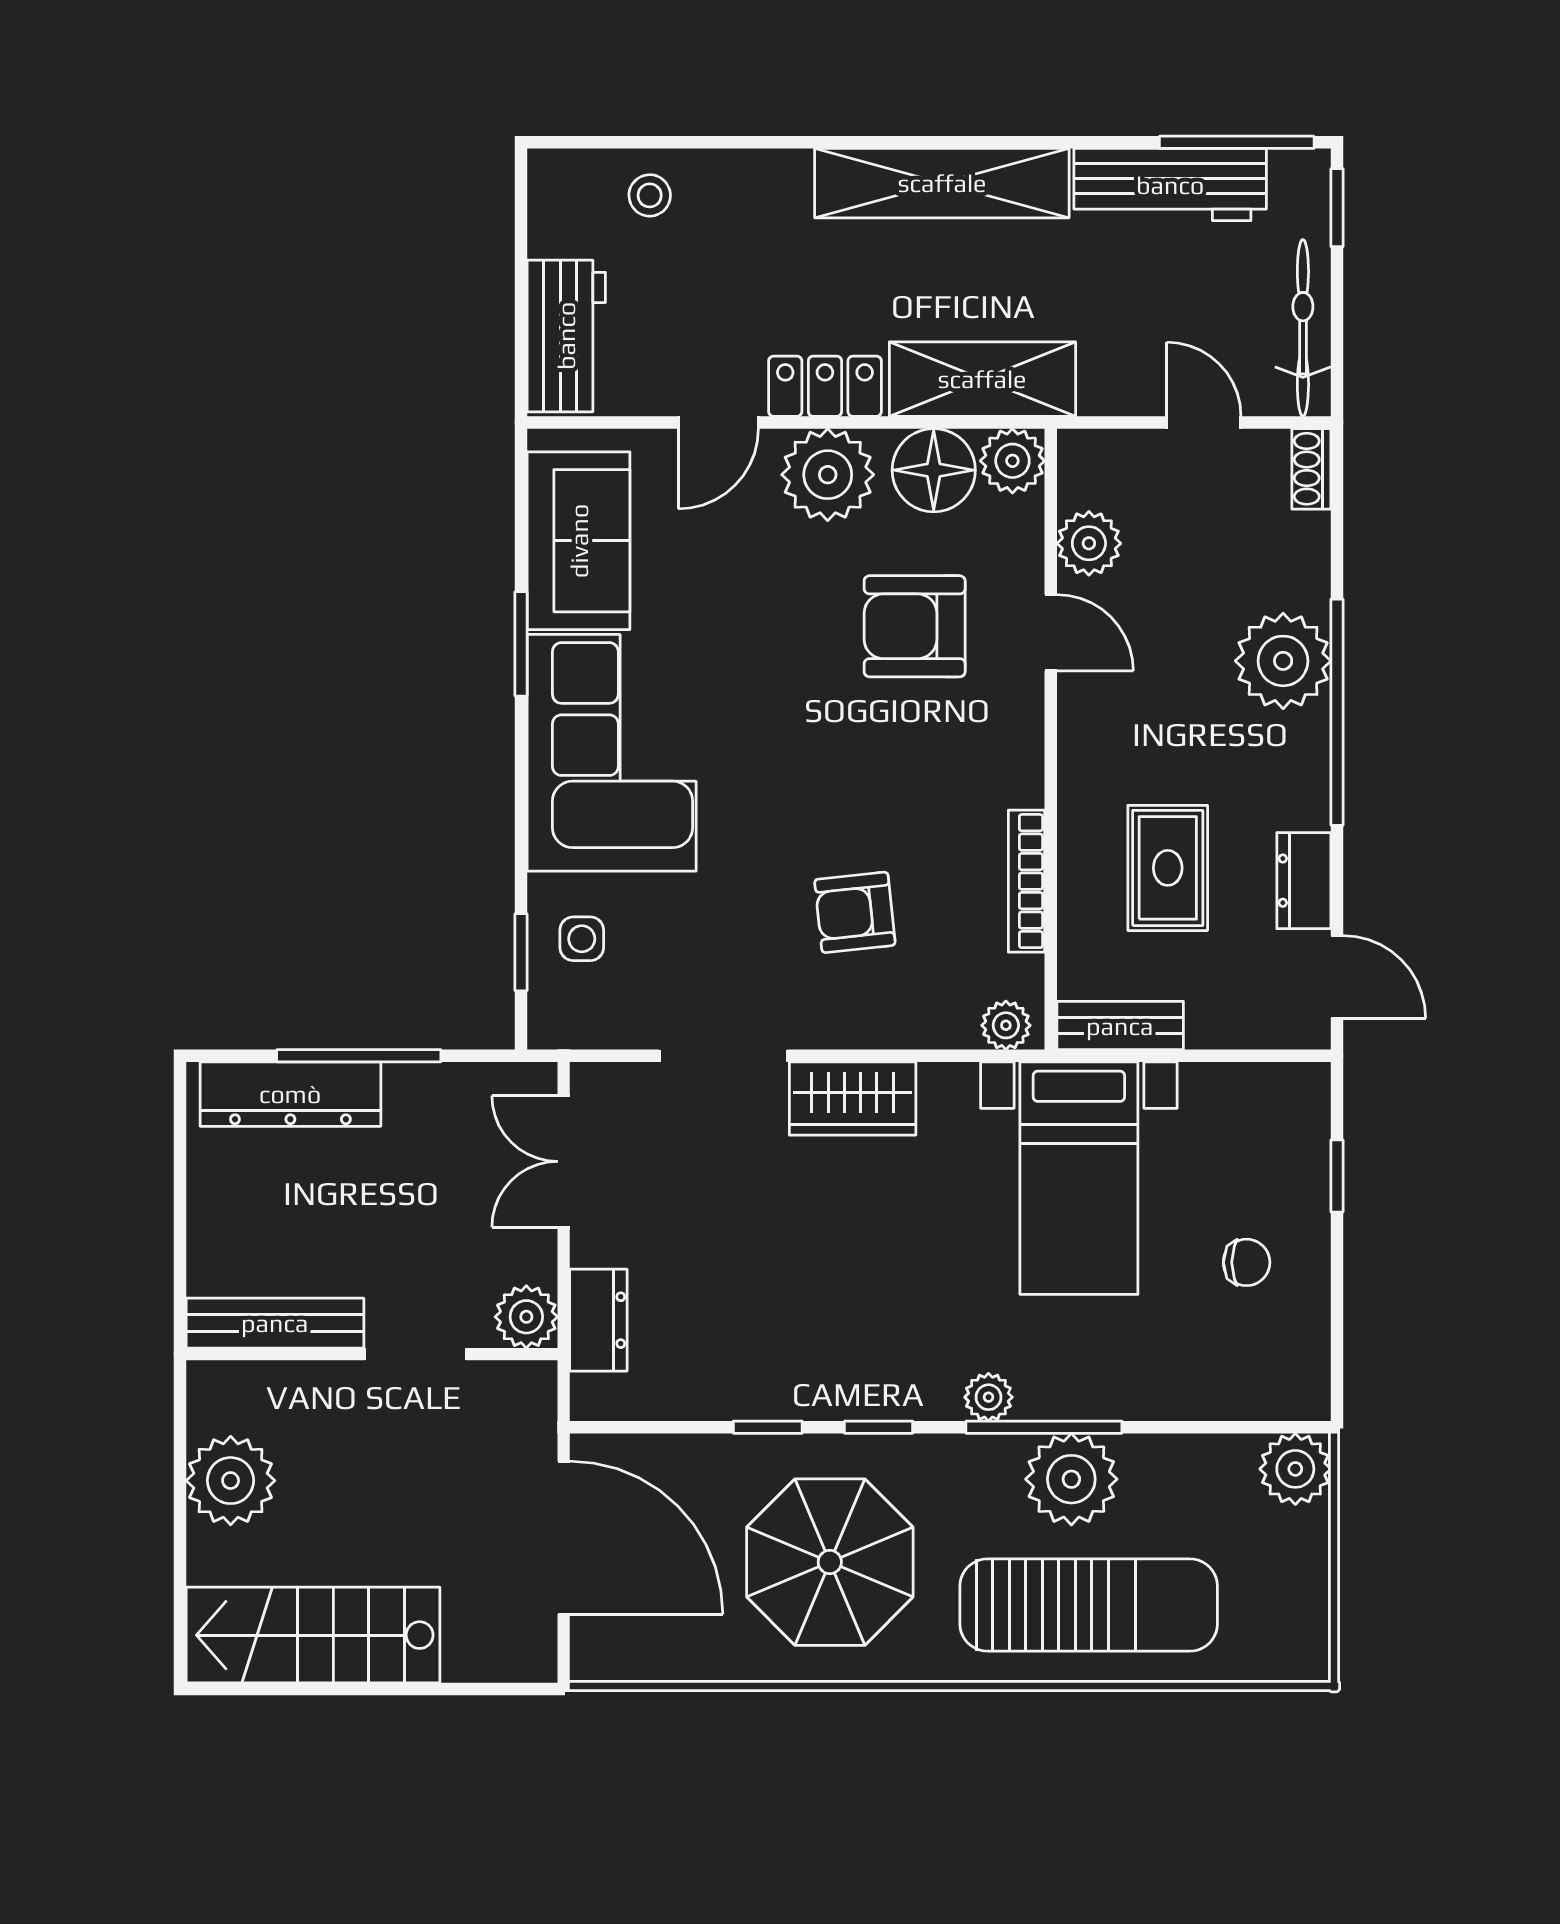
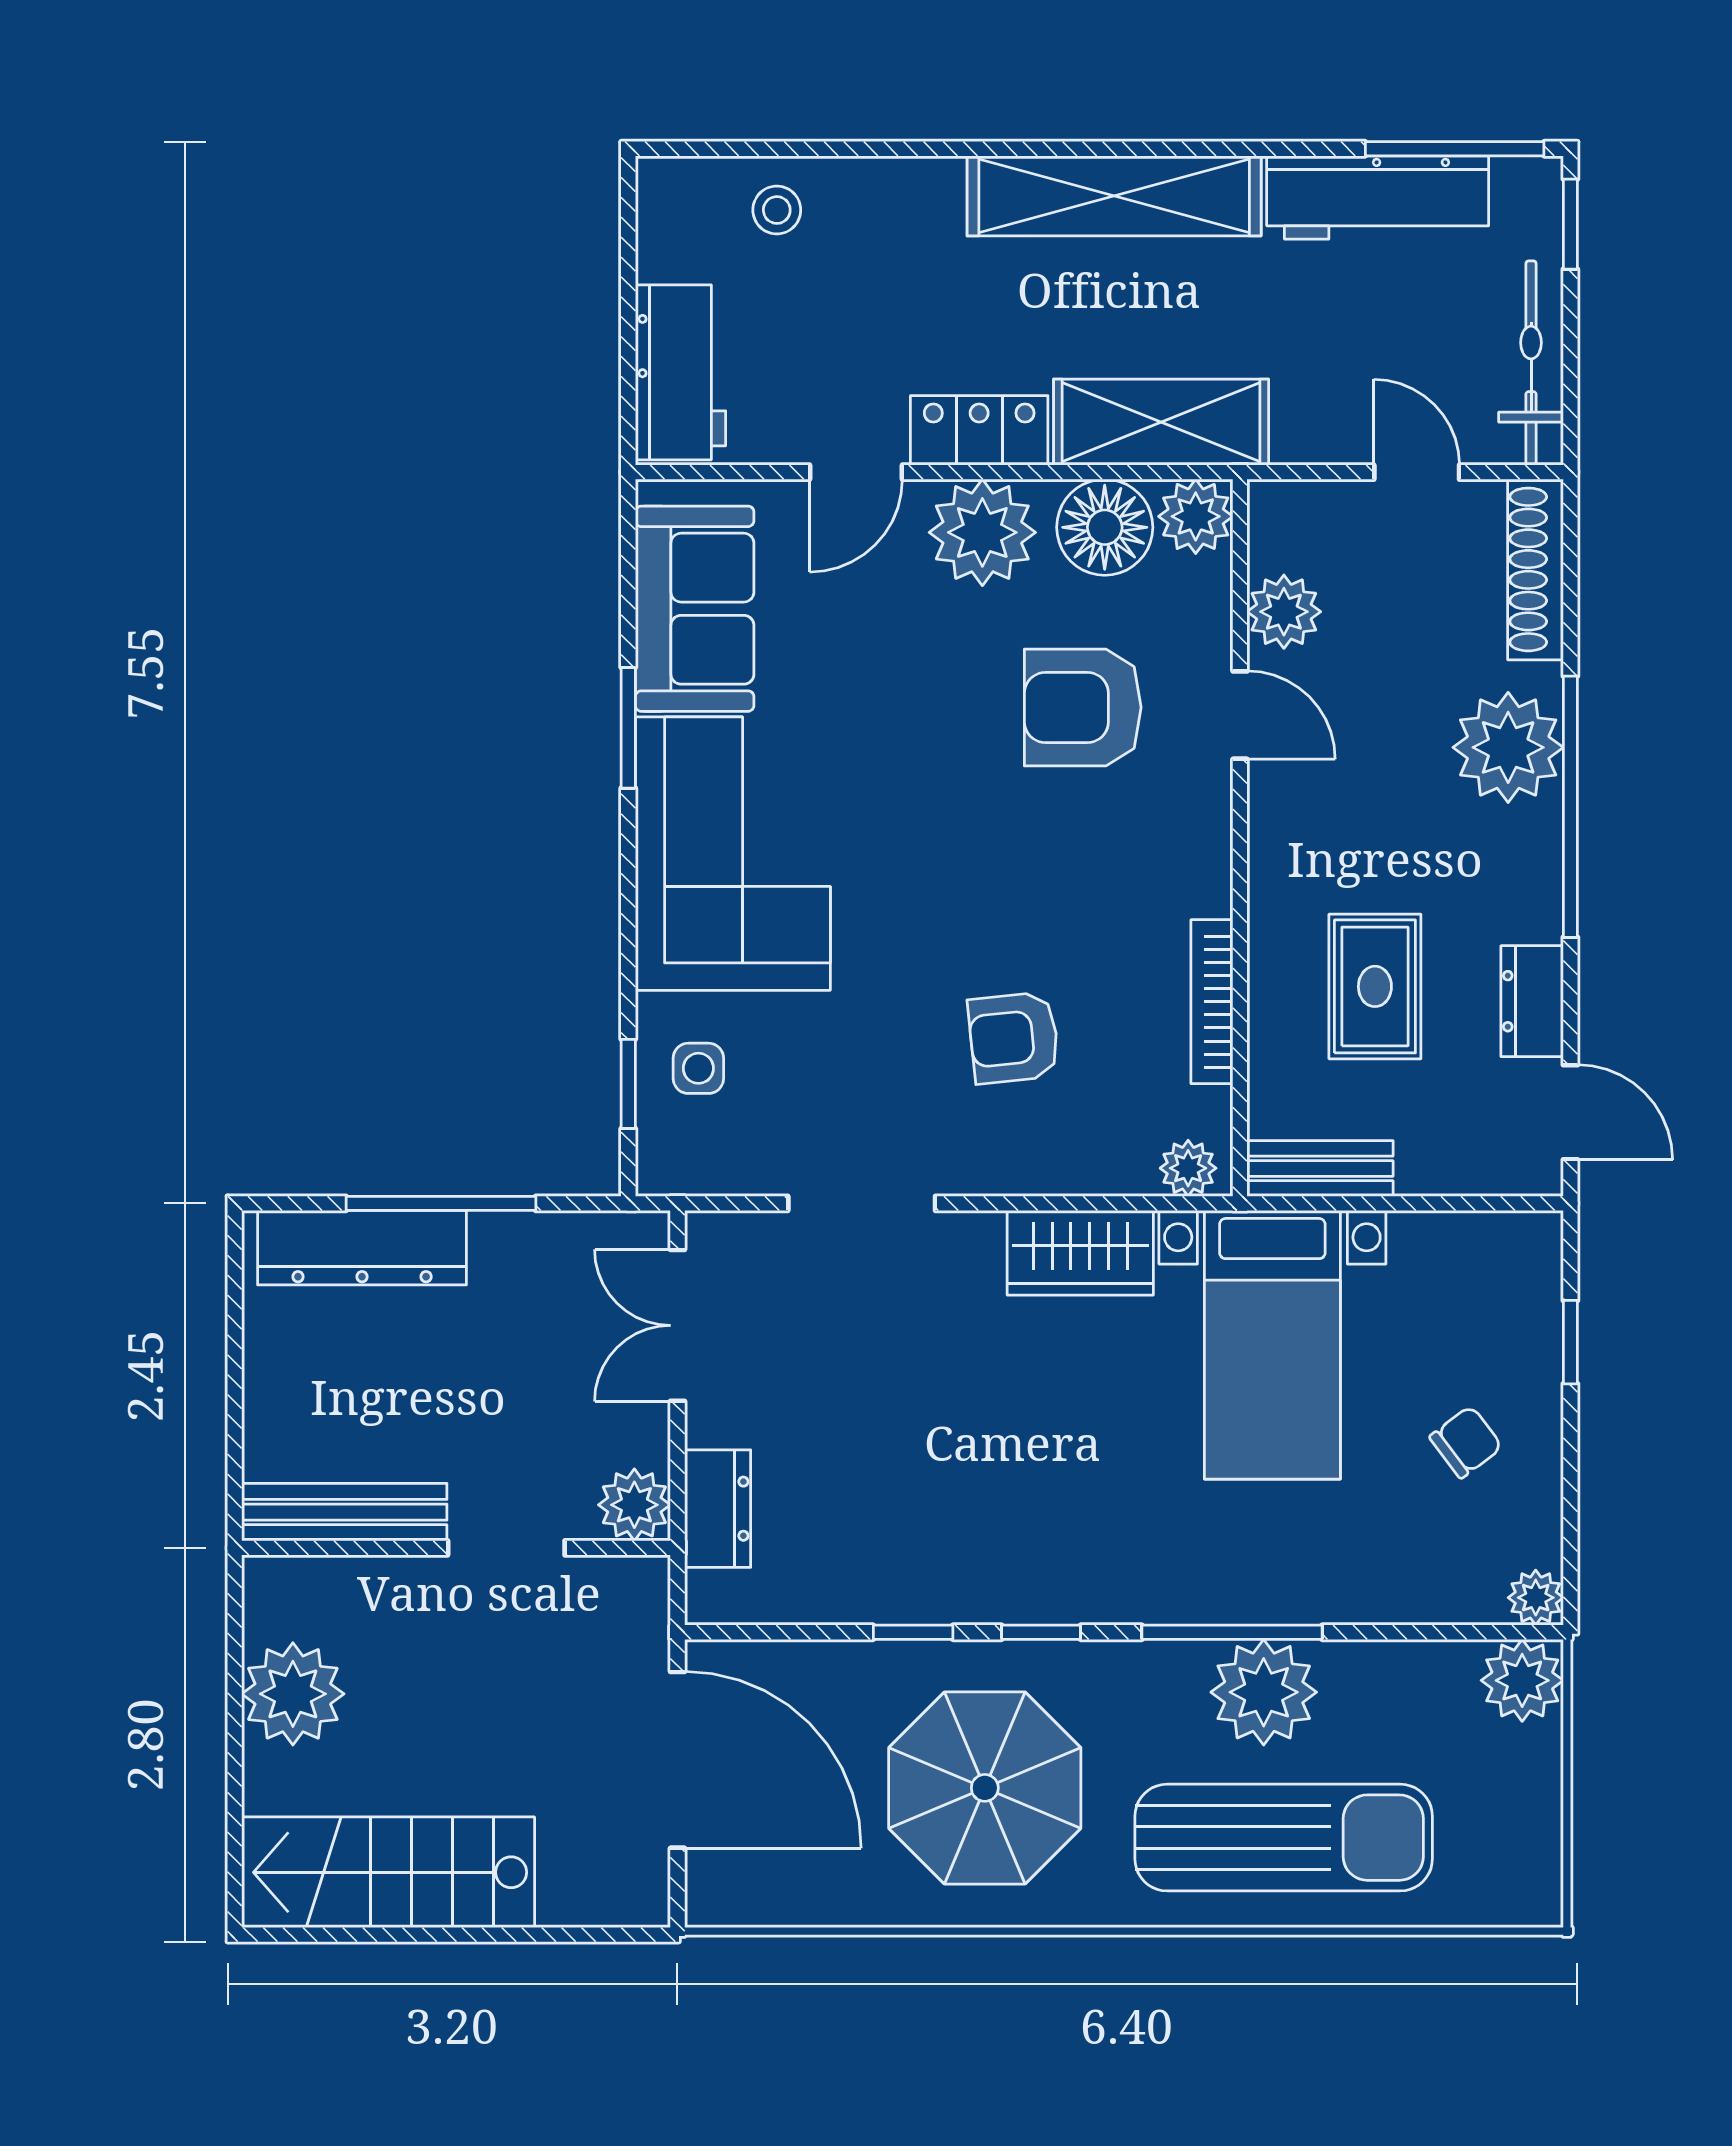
shoe rack: (1311, 469) -> (1535, 569), width x1.94, depth x1.24
wardrobe: (853, 1099) -> (1080, 1253), moved
chair: (1247, 1262) -> (1466, 1442), turned -37
plant: (988, 1397) -> (1536, 1598), moved

